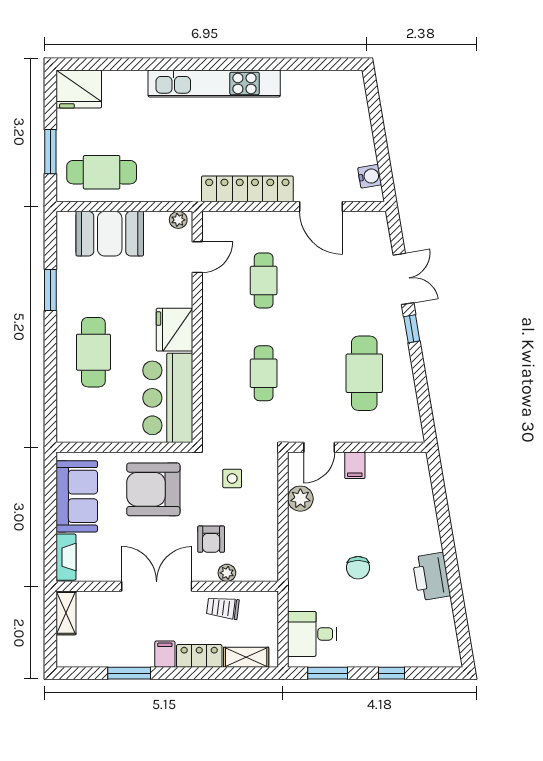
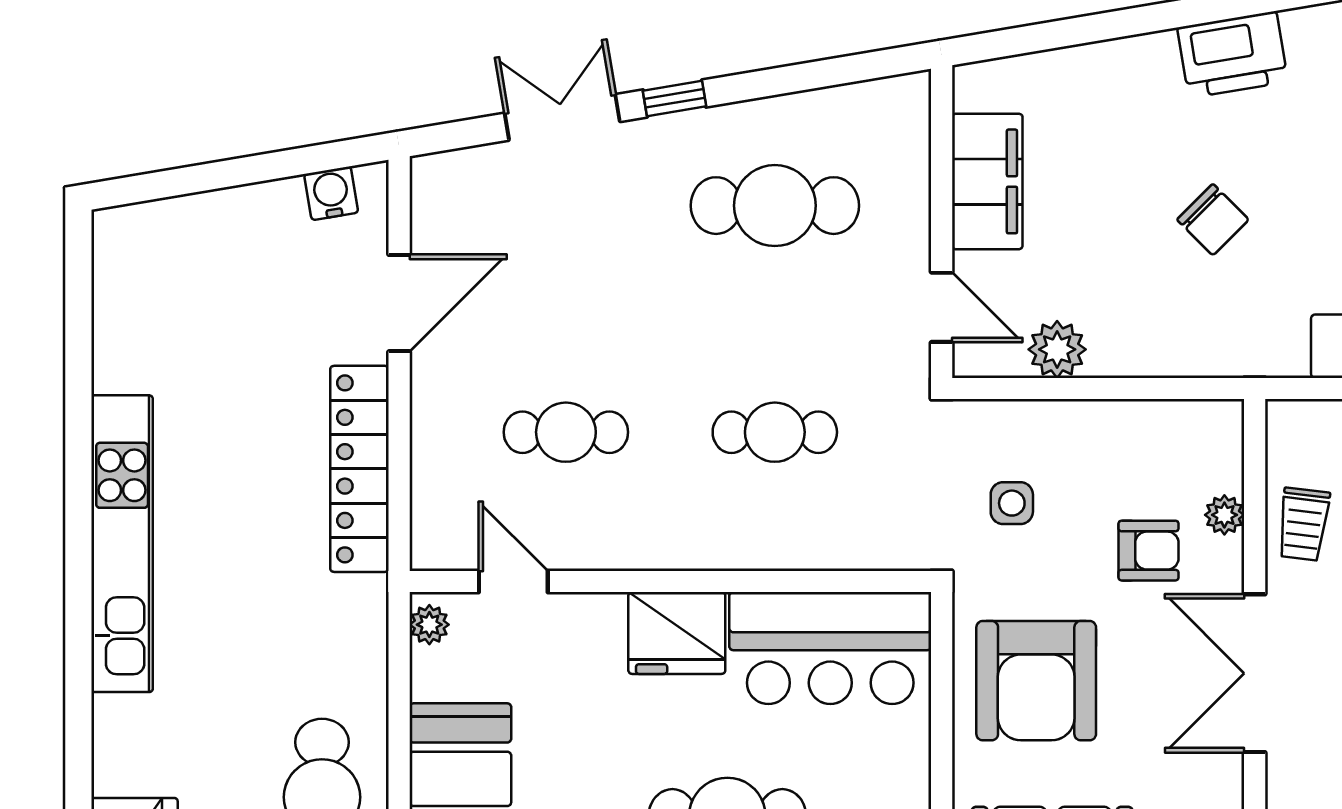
filing cabinet: (355, 465) -> (987, 181), width x3.00, depth x1.17
chair: (358, 568) -> (1213, 220), turned 45

